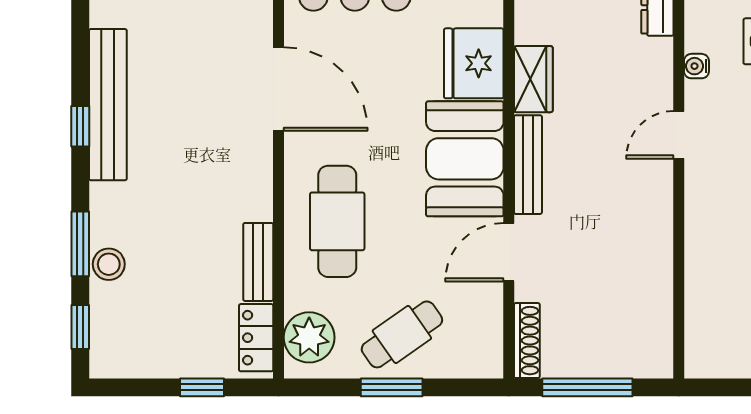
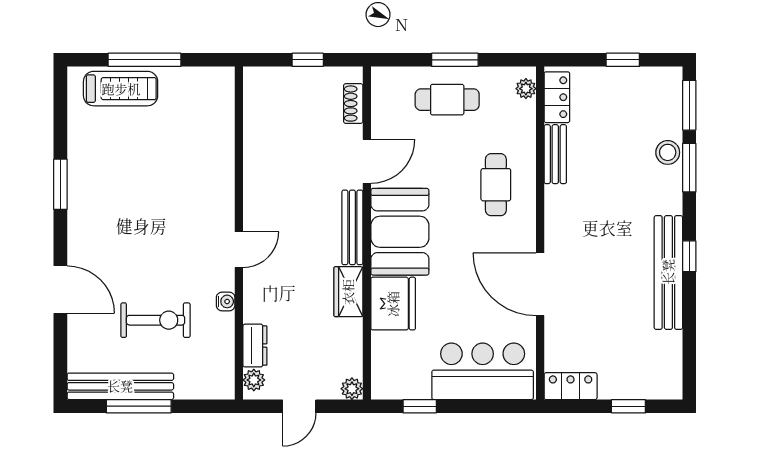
cafe table: (337, 221) -> (496, 185), width x0.73, depth x0.74
window: (80, 327) -> (689, 105), width x1.50
cafe table: (402, 334) -> (447, 100), turned 35
plant: (309, 337) -> (526, 89), width x0.53, depth x0.53
shoe rack: (527, 341) -> (353, 104), width x0.70
window: (202, 387) -> (623, 60), moved
window: (587, 387) -> (308, 60), width x0.46

